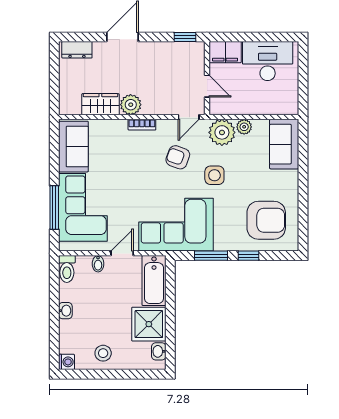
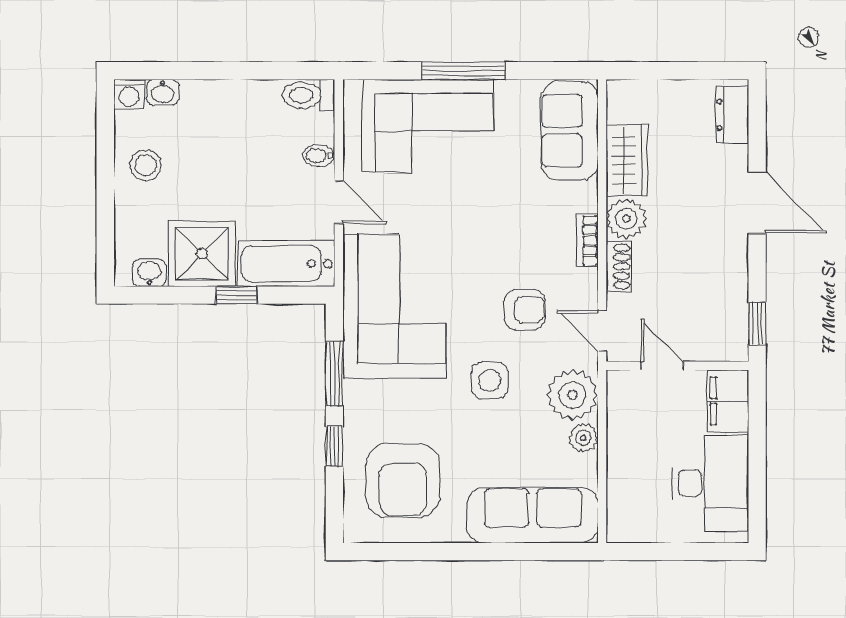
door: (207, 86) -> (662, 366), swing flipped
shoe rack: (156, 109) -> (618, 267), added
sofa: (284, 144) -> (533, 515), width x1.36
sofa: (73, 147) -> (570, 131), moved, turned 90
armchair: (178, 157) -> (524, 310), turned 70
window: (54, 207) -> (464, 71), moved
window: (170, 306) -> (236, 295), added
washbasin: (65, 311) -> (163, 92), moved

